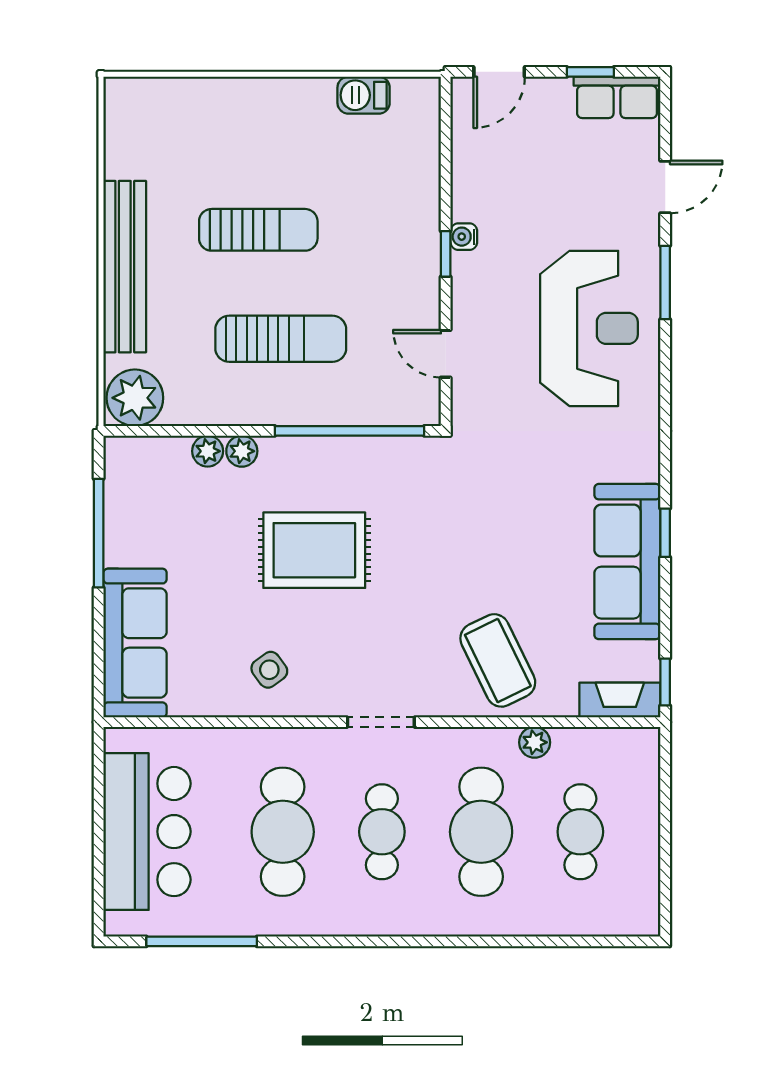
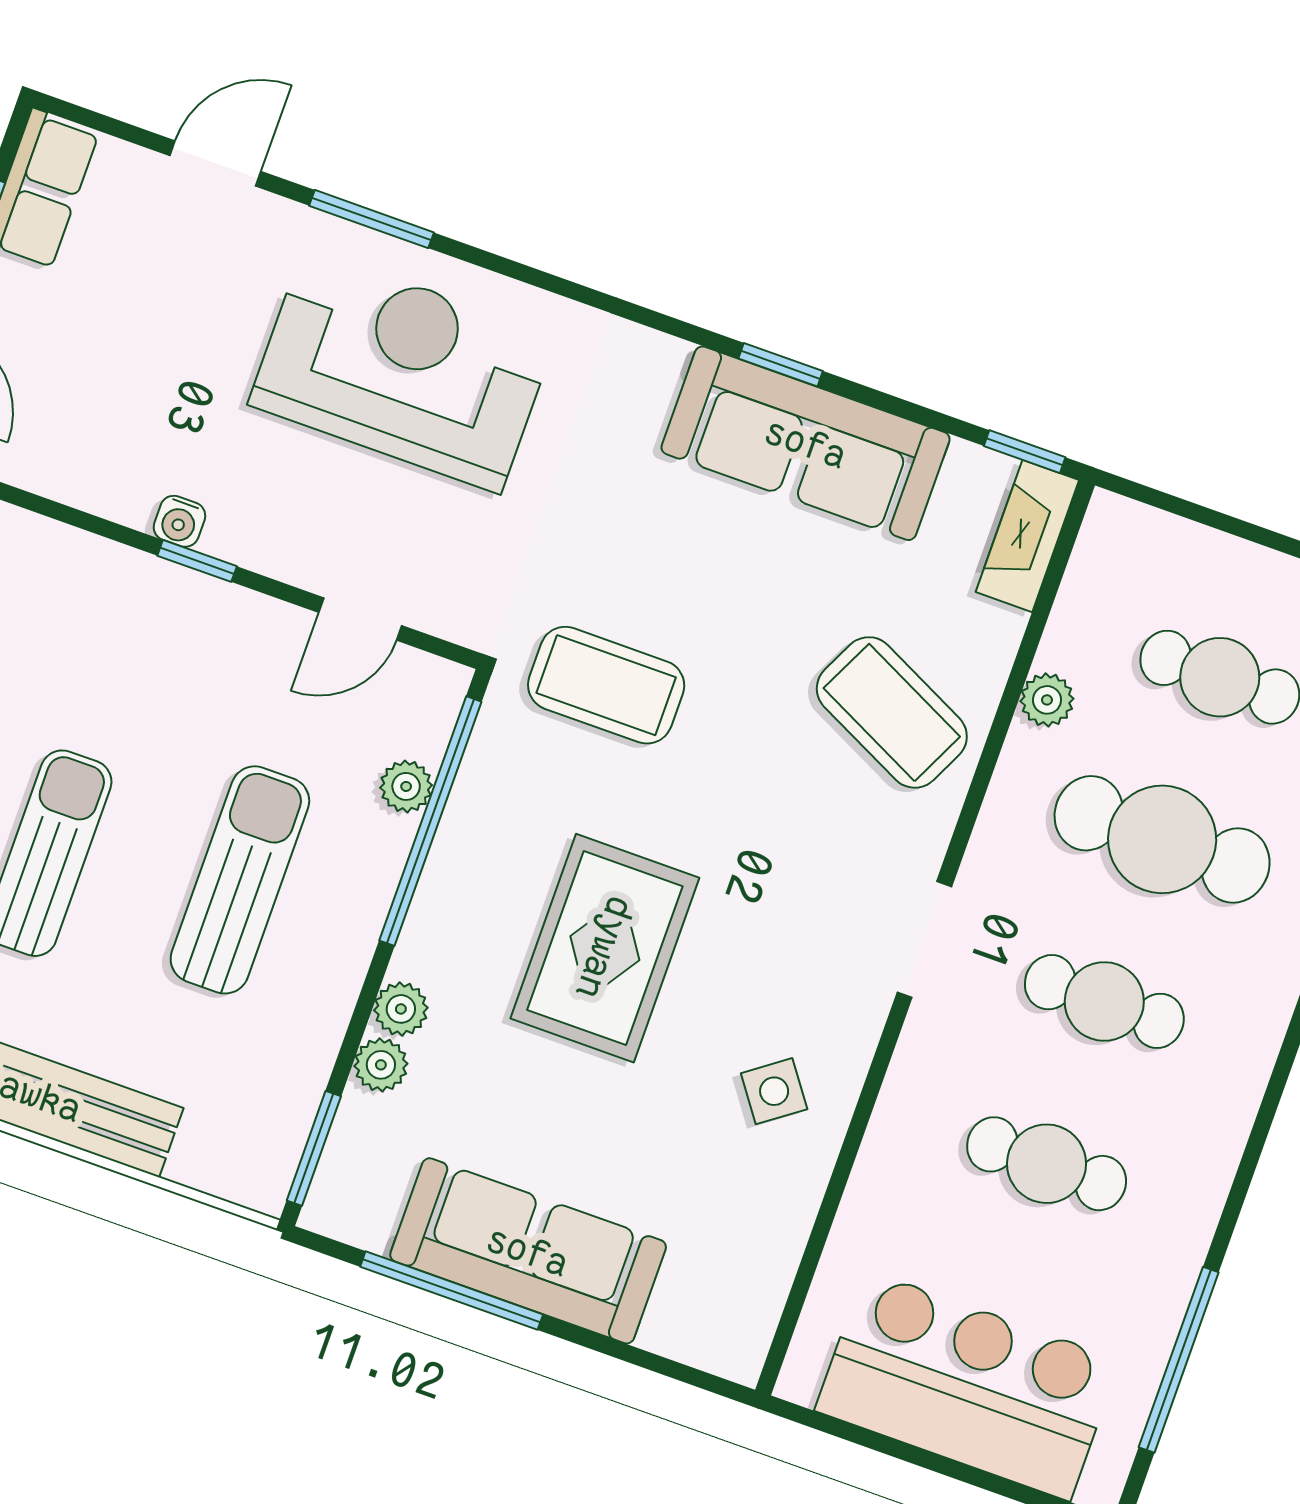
door: (665, 187) -> (215, 163), hinge flipped
plant: (135, 398) -> (406, 786), moved, width x0.53, depth x0.53
window: (149, 431) -> (314, 1148), added
coffee table: (457, 500) -> (606, 685), added
sofa: (135, 643) -> (528, 1251), moved
coffee table: (498, 660) -> (892, 712), turned 52
cafe table: (283, 832) -> (1047, 1164), width x0.73, depth x0.74

